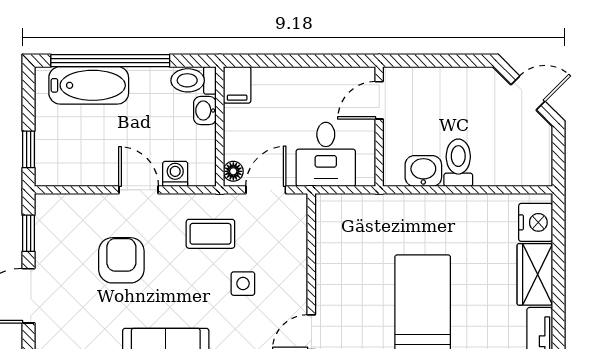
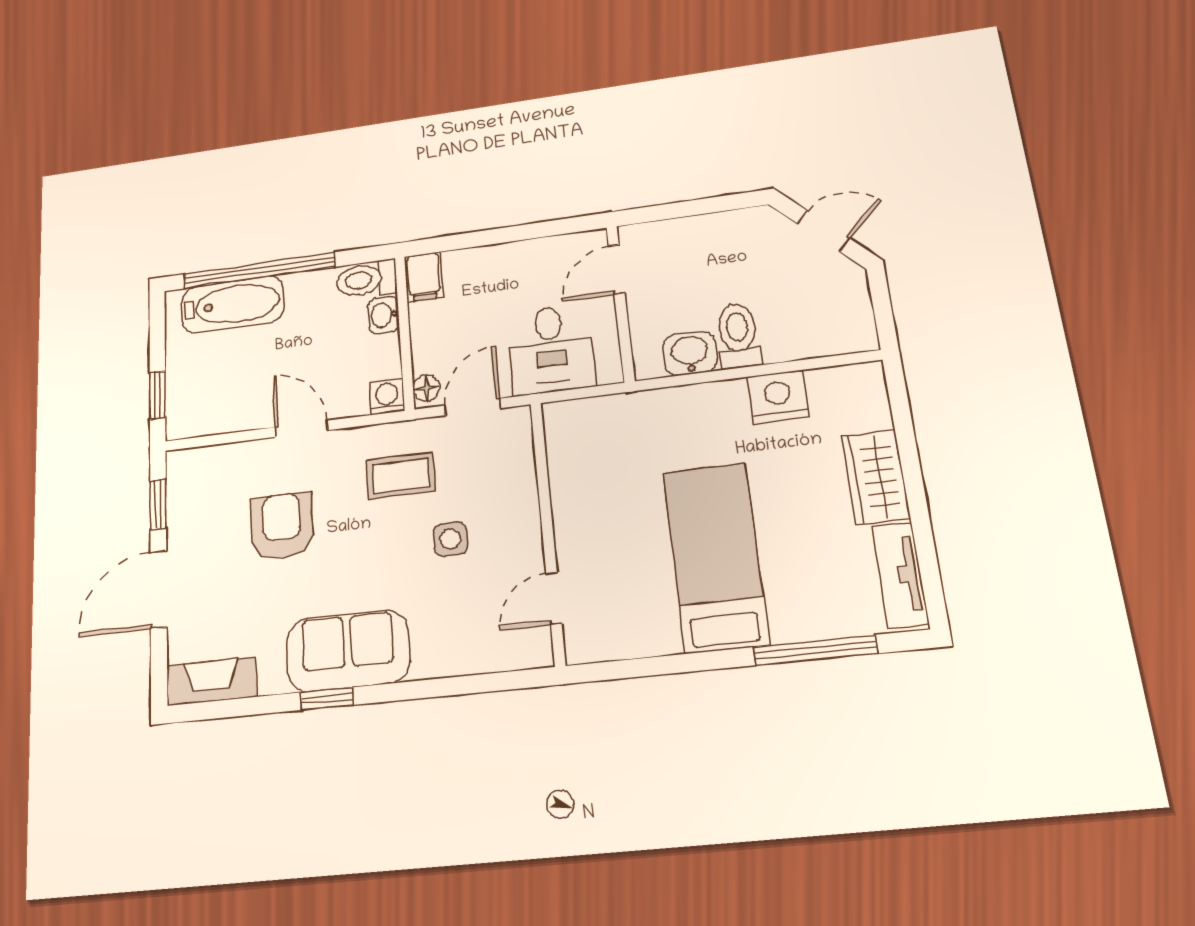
washing machine: (175, 174) -> (387, 397), moved
nightstand: (536, 222) -> (778, 397), moved, turned -90

